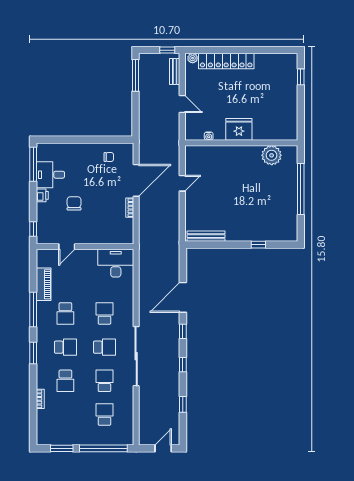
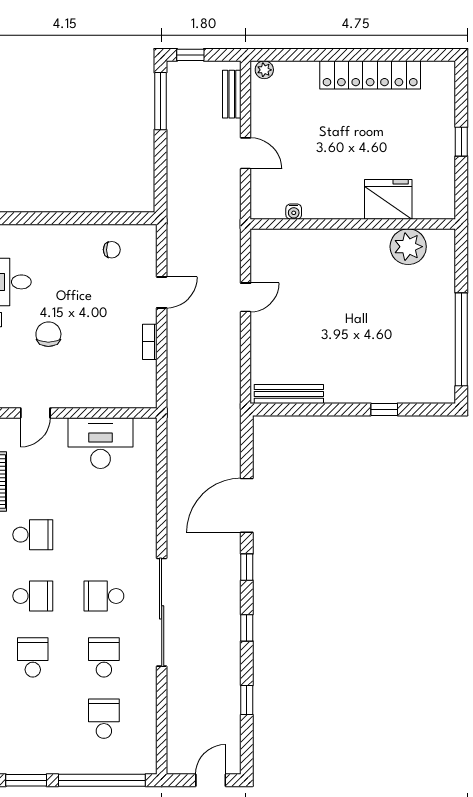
window: (167, 50) -> (190, 55), moved
locker: (226, 61) -> (370, 75), moved
window: (301, 77) -> (461, 142), moved
fridge: (239, 129) -> (388, 199), moved
door: (136, 180) -> (162, 292), width x0.53
window: (301, 189) -> (461, 339), moved
desk: (116, 263) -> (100, 443), moved
school desk: (65, 313) -> (33, 535), turned -90
school desk: (104, 313) -> (104, 535), removed
school desk: (104, 347) -> (104, 596), turned 180
school desk: (65, 381) -> (33, 657), turned 180

